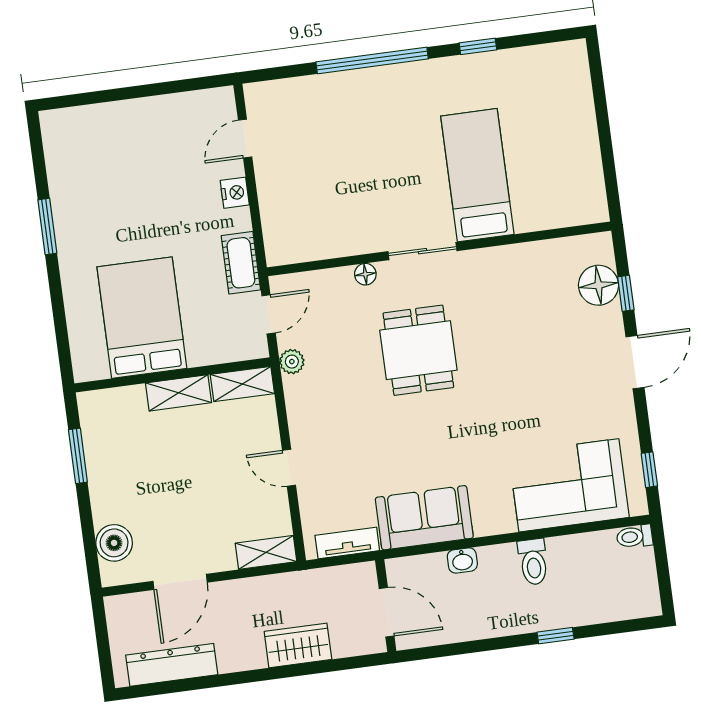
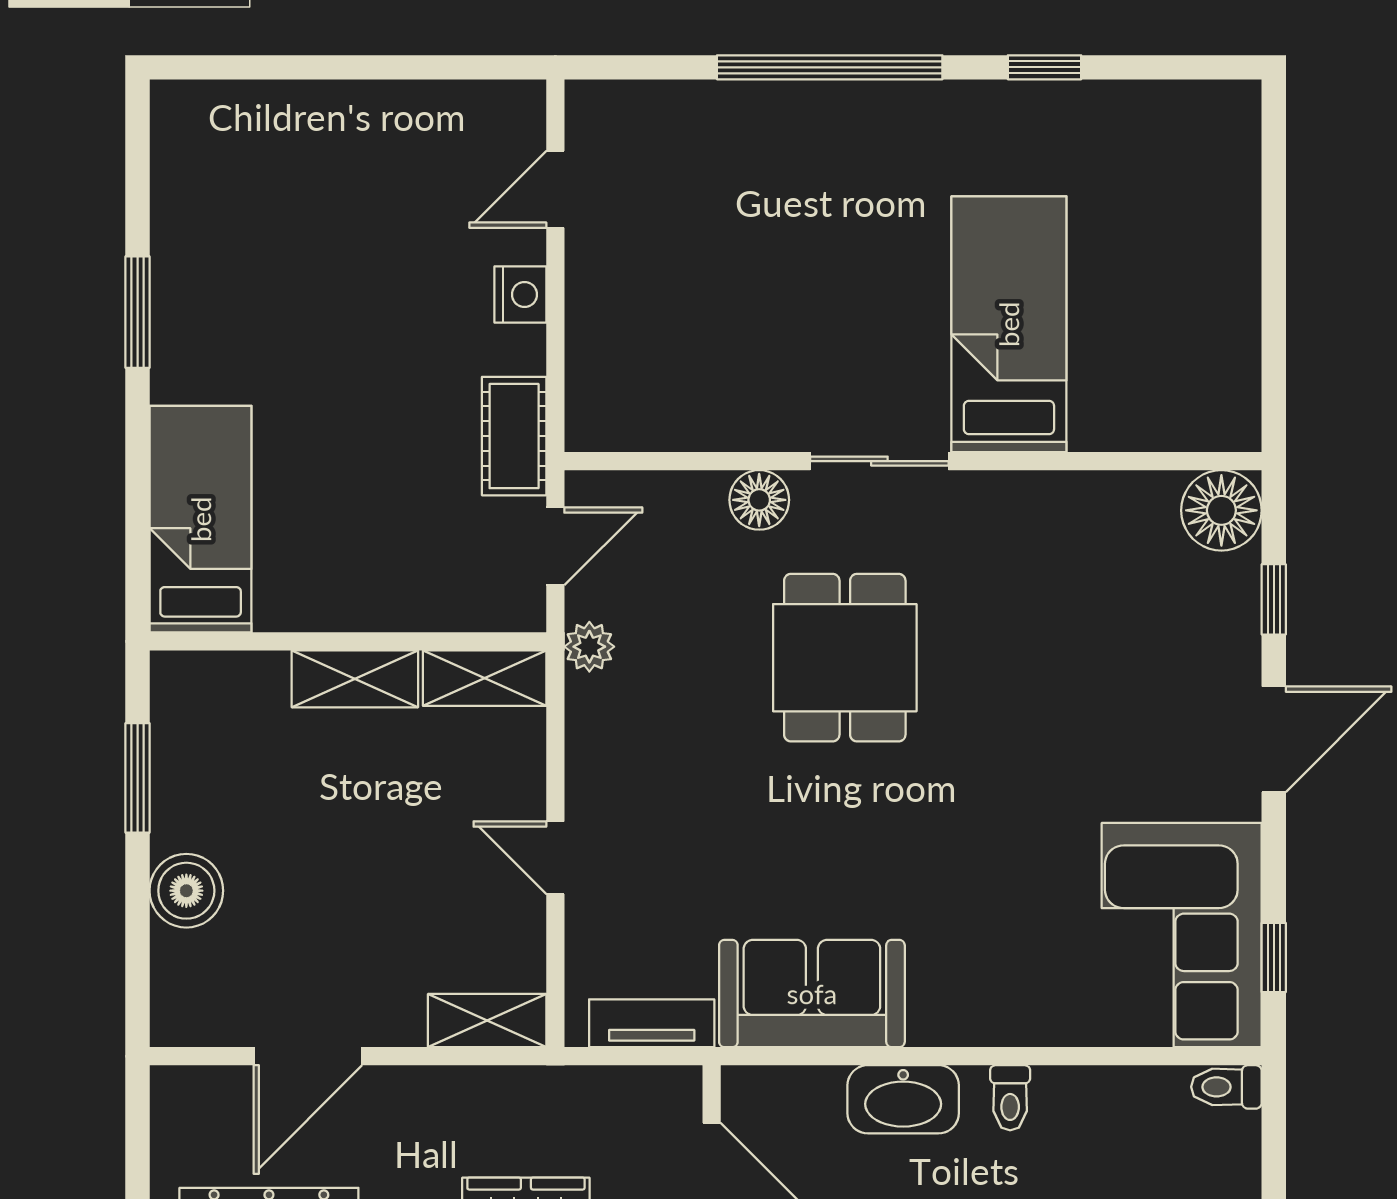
floor lamp: (365, 274) -> (759, 500), width x1.37, depth x1.37
floor lamp: (599, 285) -> (1221, 510), moved
bed: (142, 318) -> (201, 519), moved, width x0.67
corner sofa: (569, 485) -> (1182, 935), moved, turned -90
boiler: (114, 543) -> (186, 891), moved
washbasin: (462, 560) -> (903, 1099), width x1.91, depth x1.45
toilet: (533, 562) -> (1010, 1098), width x0.73, depth x0.72

